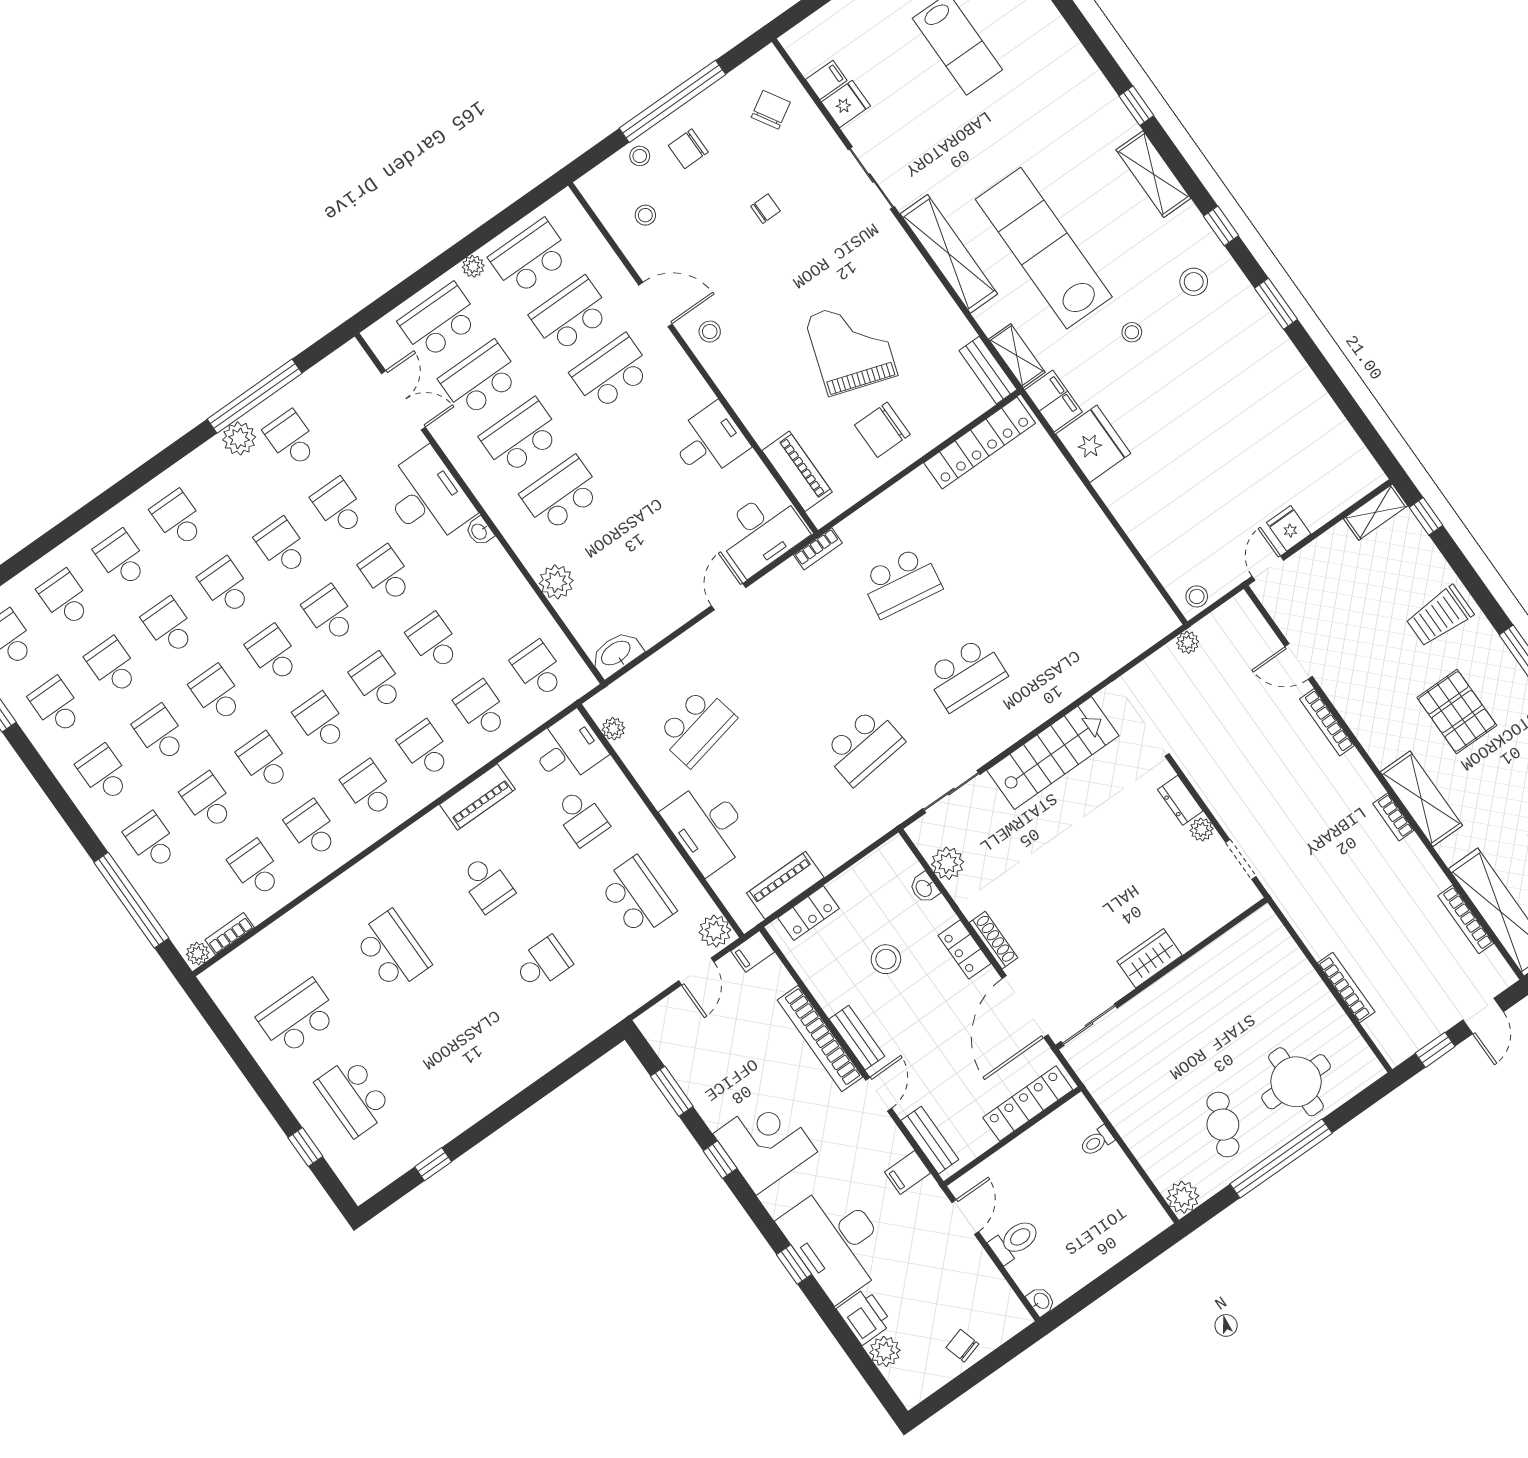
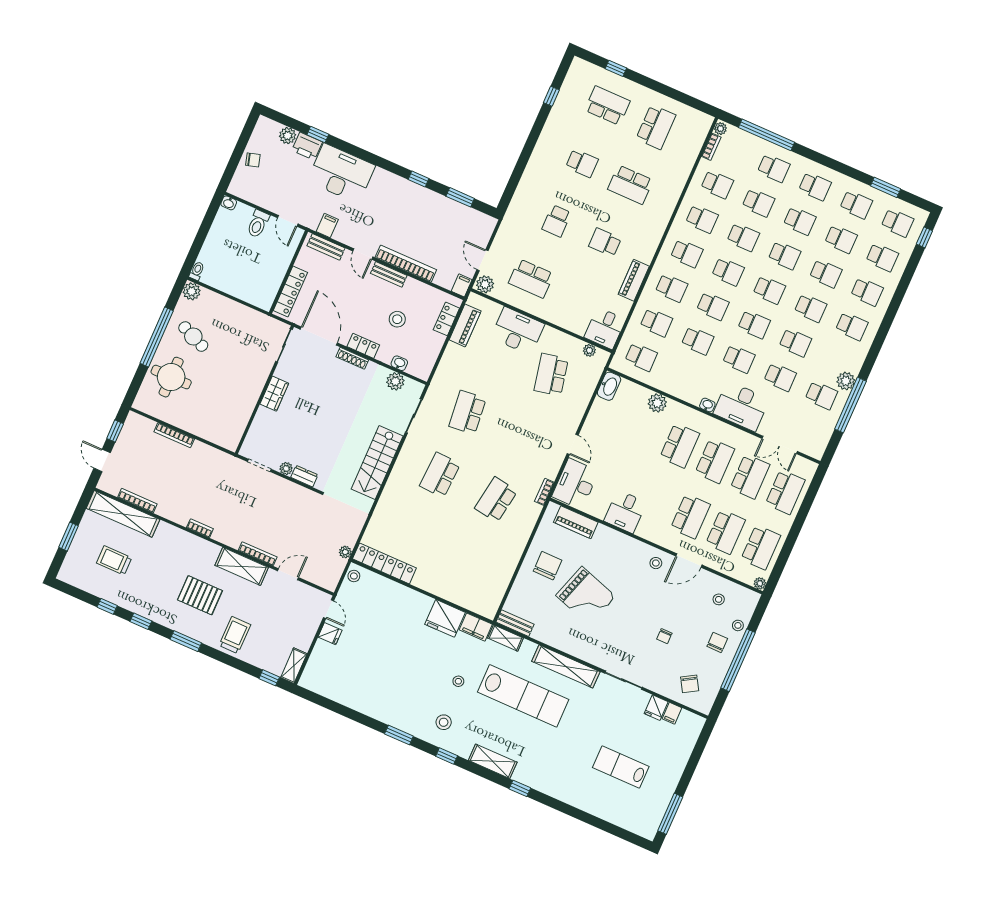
plant: (473, 266) -> (760, 583), moved
locker: (980, 443) -> (384, 563), moved, turned 90
shelving: (1421, 799) -> (242, 566), moved
school desk: (581, 817) -> (582, 163), moved, turned 180
toilet: (1097, 1141) -> (197, 271), moved
corner desk: (765, 1143) -> (402, 199), removed
window: (794, 1265) -> (318, 134), moved

